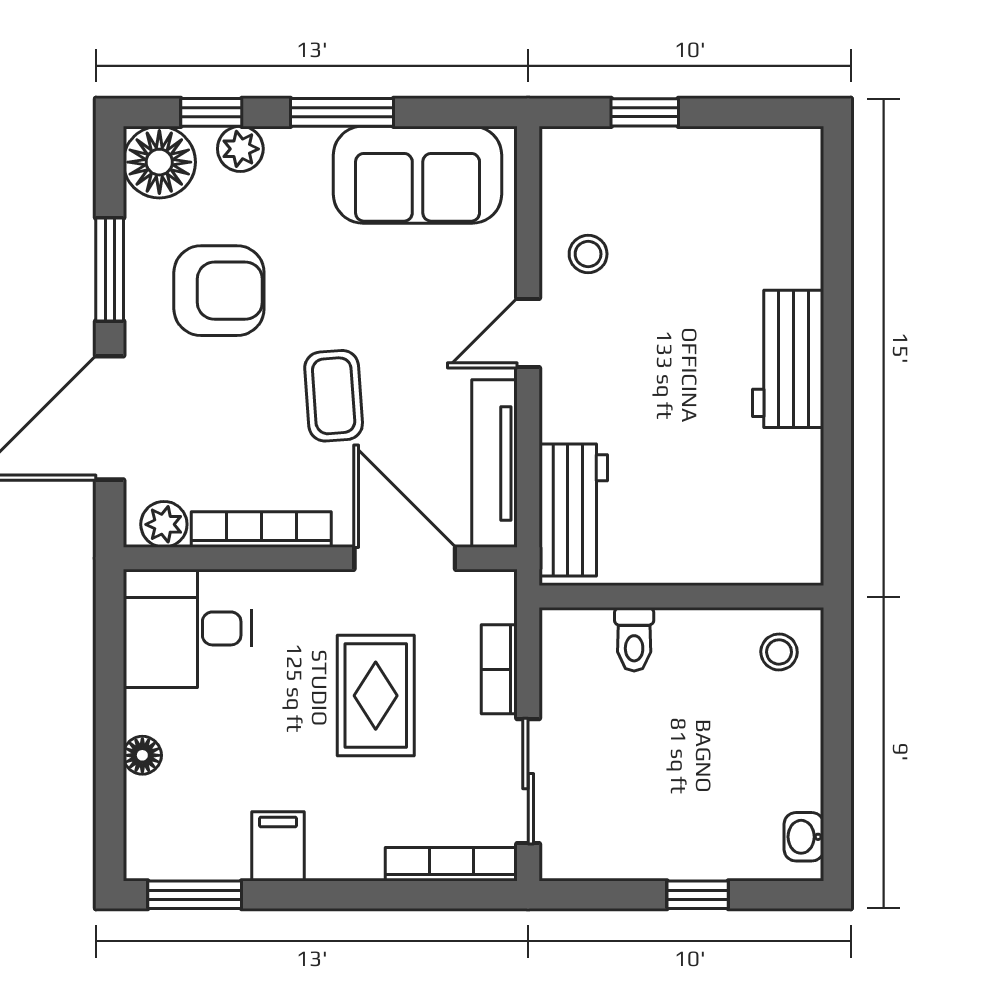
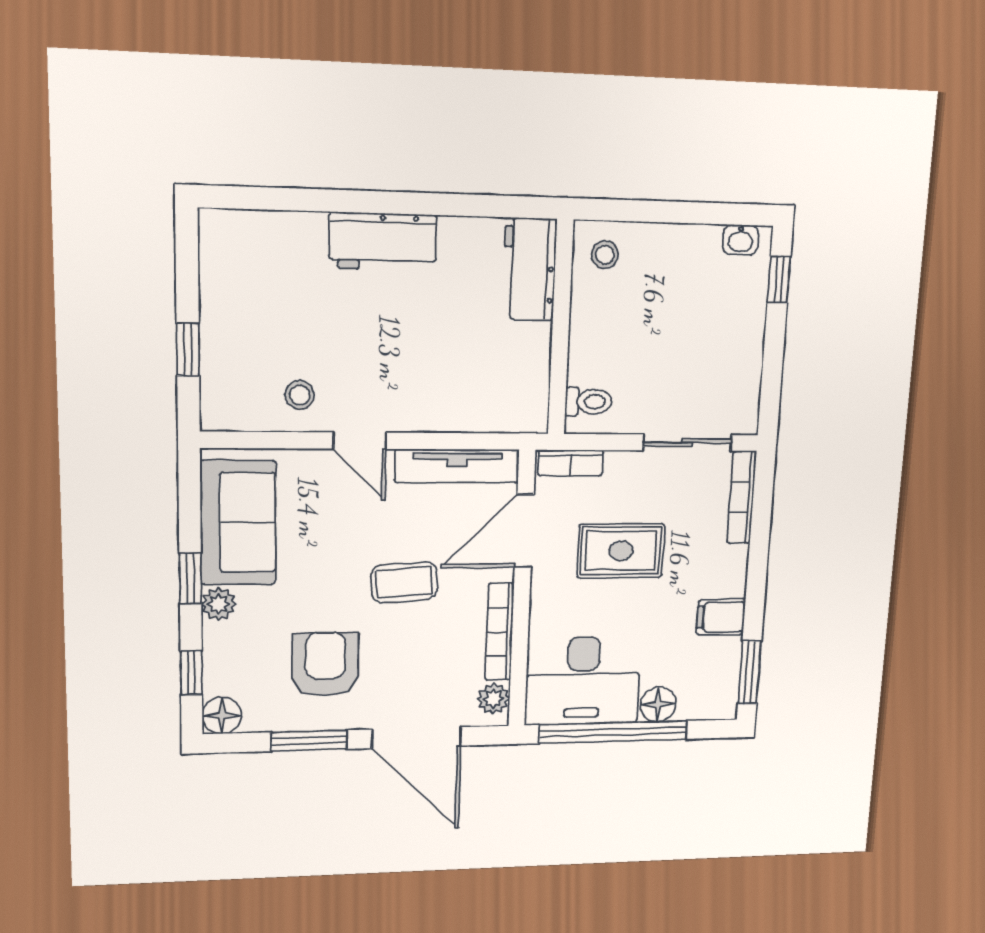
window: (342, 112) -> (190, 578), width x0.67
plant: (240, 149) -> (219, 604), moved
floor lamp: (159, 162) -> (222, 715), width x0.73, depth x0.73
workbench: (573, 510) -> (529, 269), moved, turned -90
desk: (187, 628) -> (583, 681), width x1.37
toilet: (634, 639) -> (588, 402), moved
bookcase: (499, 669) -> (571, 463), moved
window: (110, 699) -> (613, 732), added
floor lamp: (142, 755) -> (658, 704), width x1.37, depth x1.37
window: (698, 895) -> (779, 280), moved

